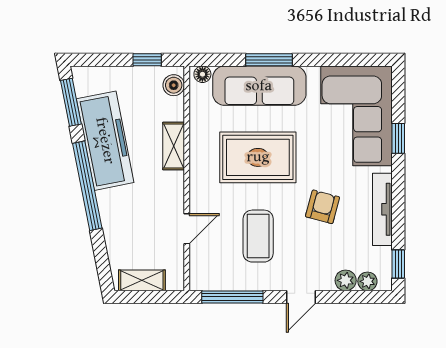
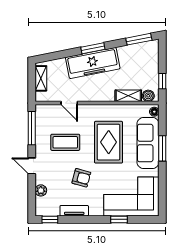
freezer: (105, 141) -> (93, 63), moved
shelving: (174, 146) -> (128, 96), moved
window: (87, 186) -> (93, 48), width x0.47
tv unit: (382, 209) -> (74, 211), width x0.71
plant: (367, 281) -> (40, 202), removed

